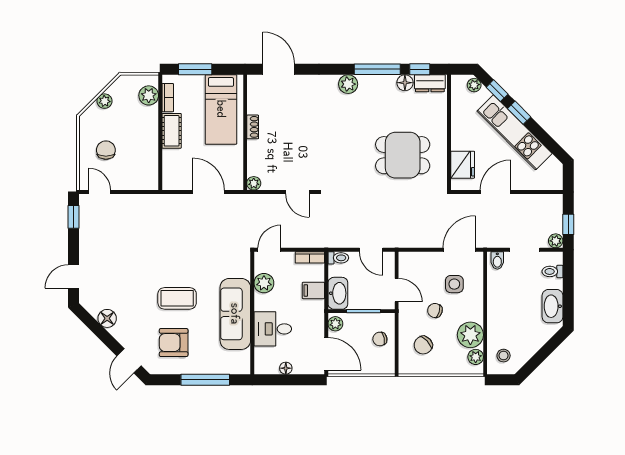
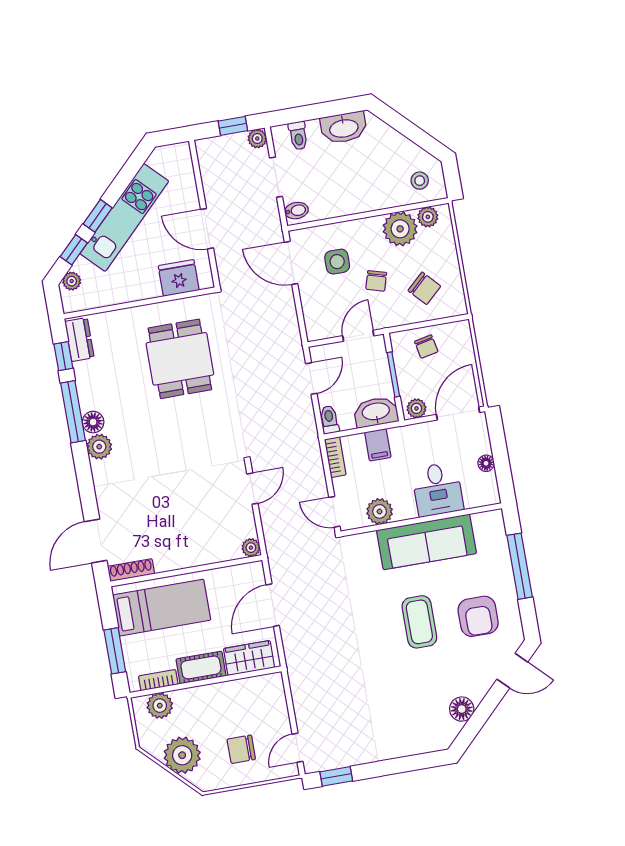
floor lamp: (405, 83) -> (93, 422), moved
plant: (105, 101) -> (182, 755), width x1.88, depth x1.88
shoe rack: (253, 127) -> (131, 570), moved, width x1.43
wardrobe: (172, 168) -> (249, 658), added
door: (74, 276) -> (414, 763), removed

